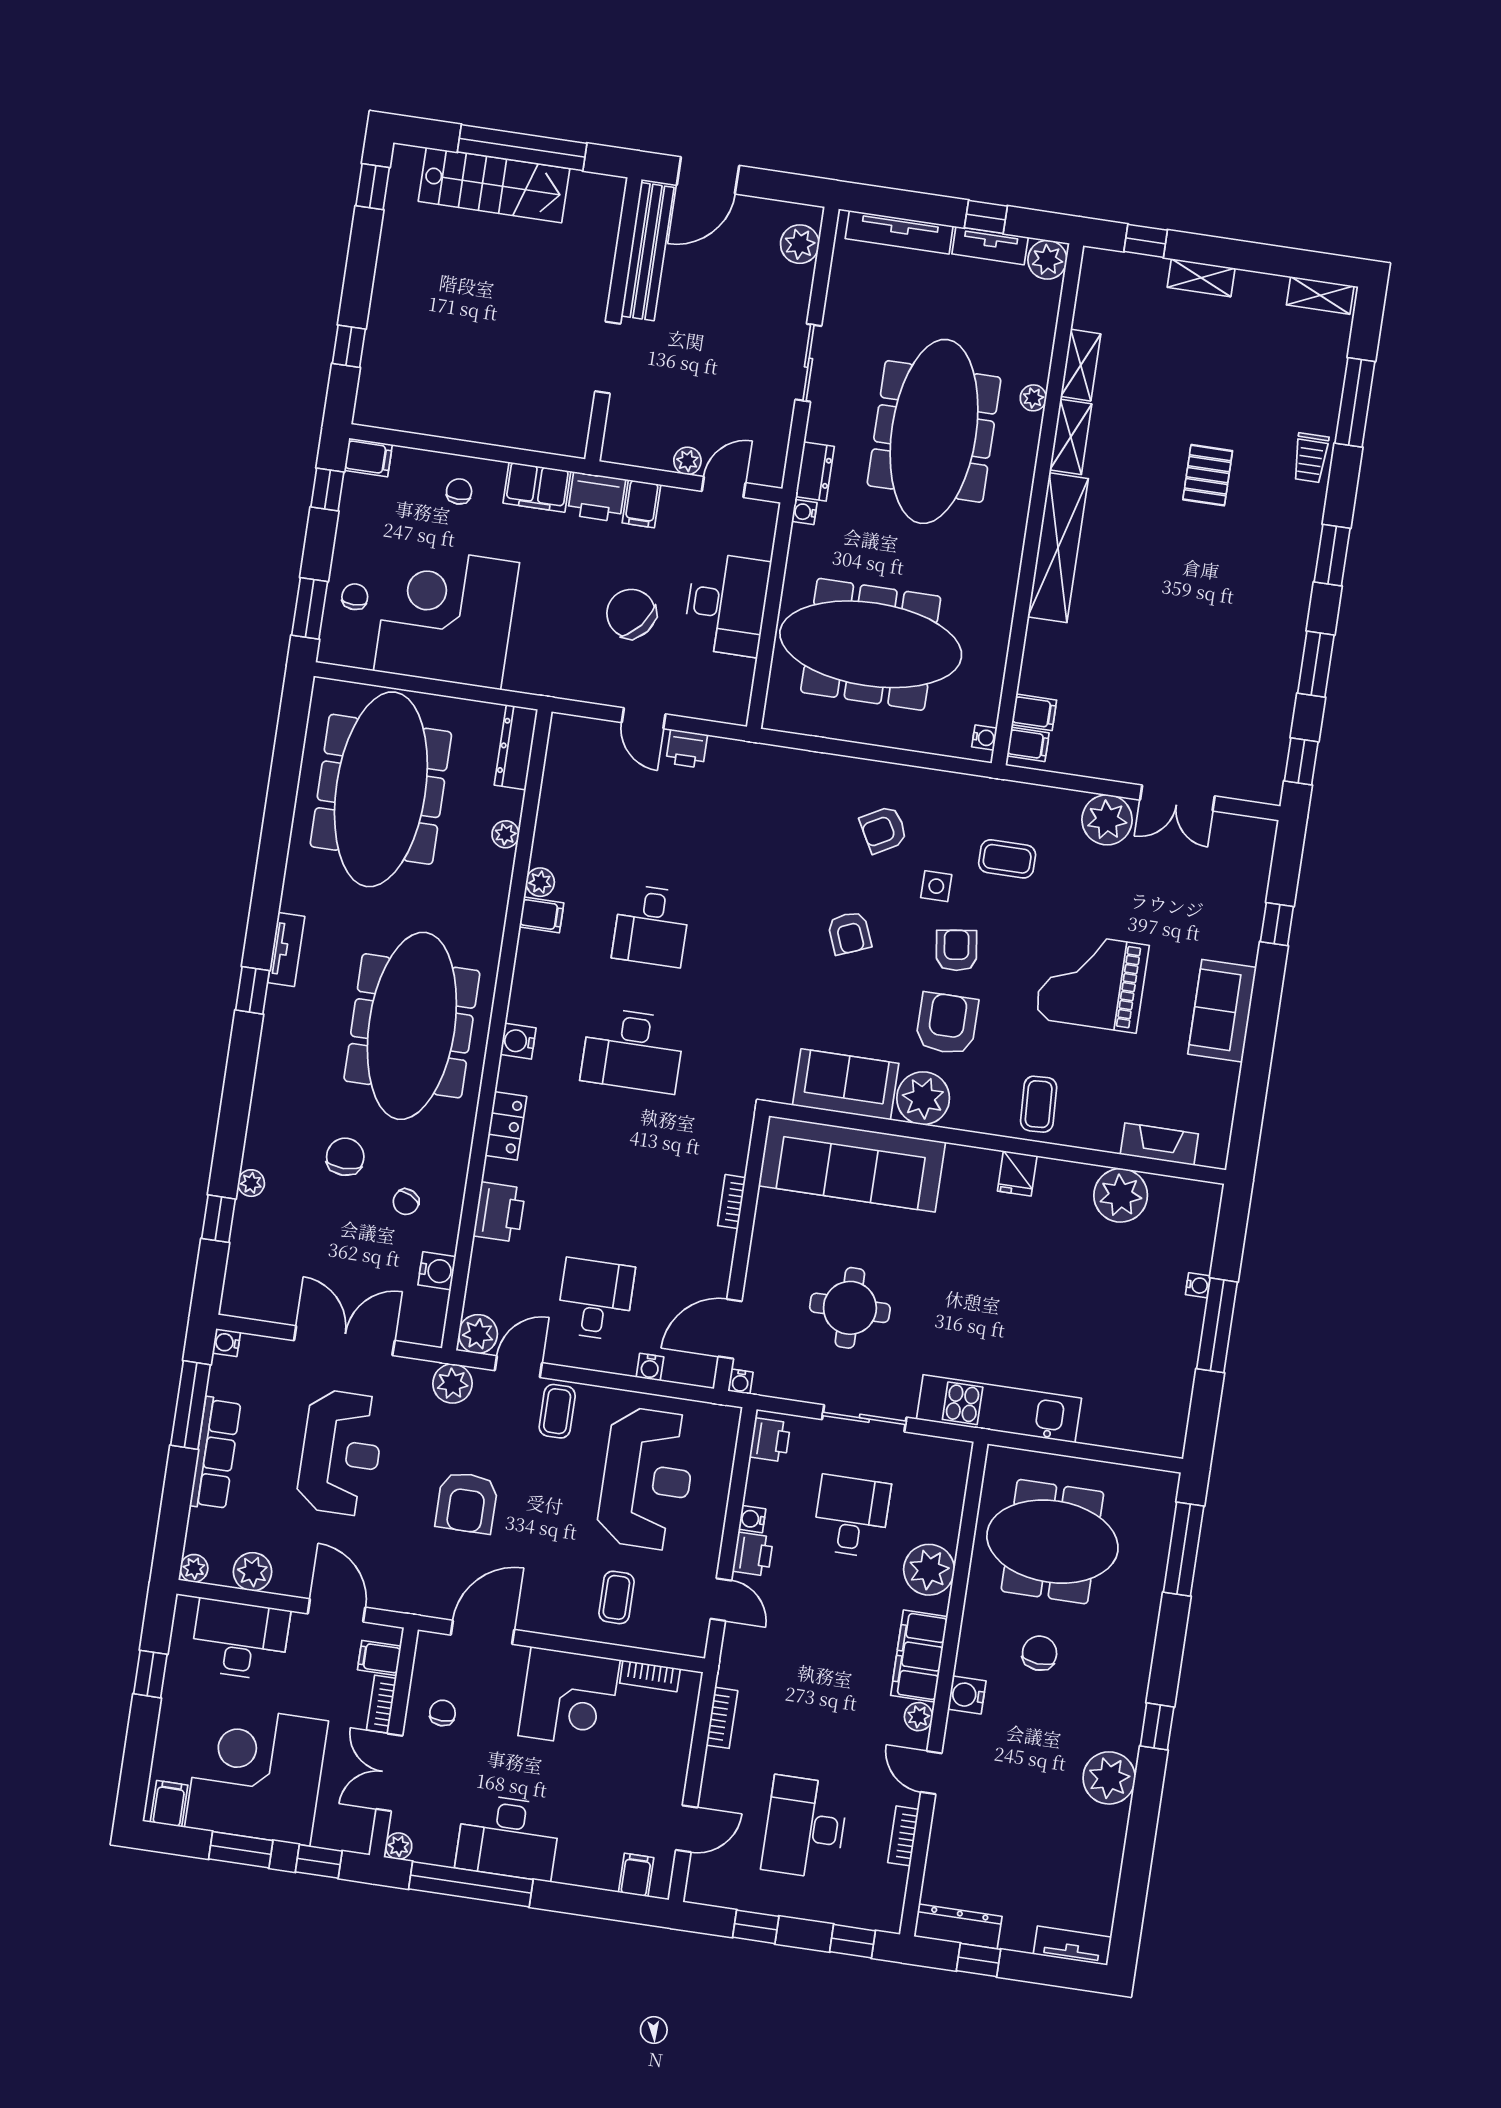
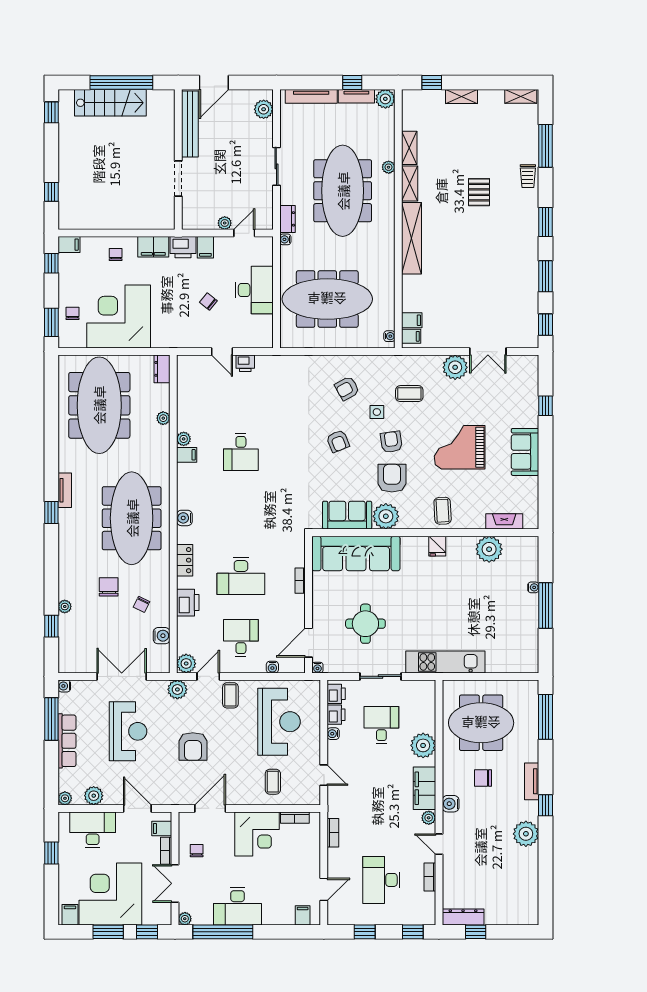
chair: (631, 614) -> (208, 301), width x0.54, depth x0.54
dresser: (516, 747) -> (162, 369), width x0.70
desk: (633, 1050) -> (241, 576), moved
printer: (753, 1554) -> (336, 715), moved
chair: (1040, 1653) -> (483, 778), turned -94
tv unit: (1072, 1946) -> (532, 781), moved, turned -90

